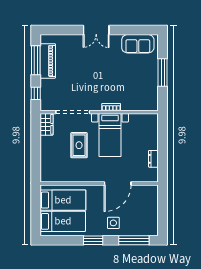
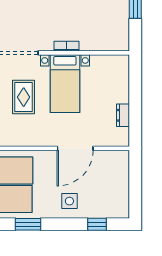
window: (93, 240) -> (28, 224), moved
window: (134, 240) -> (97, 224), width x0.46

